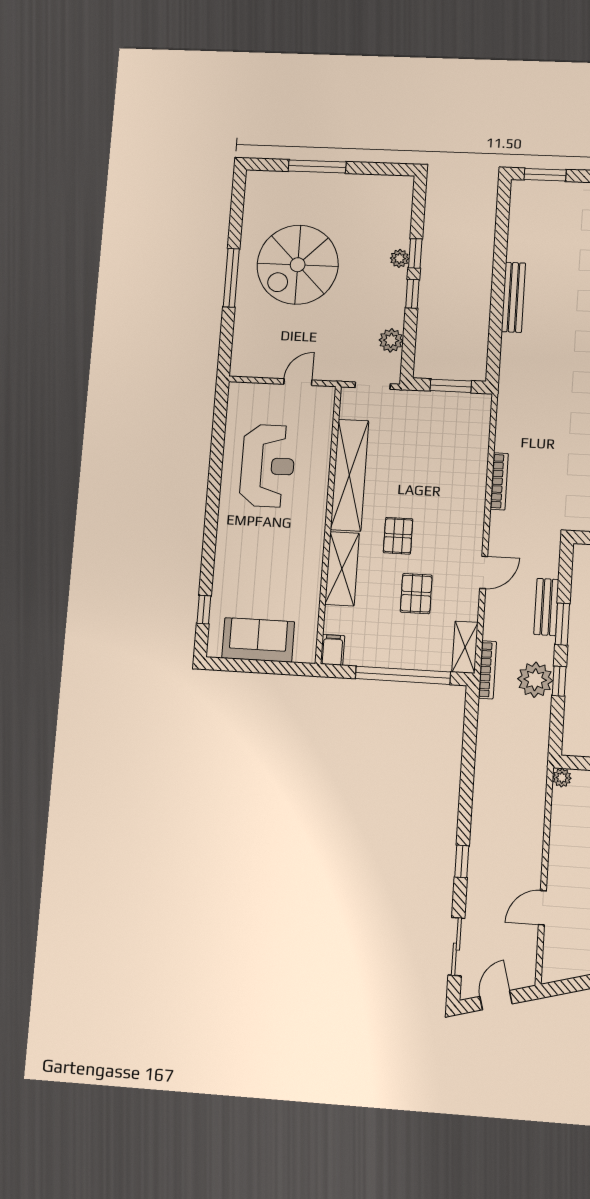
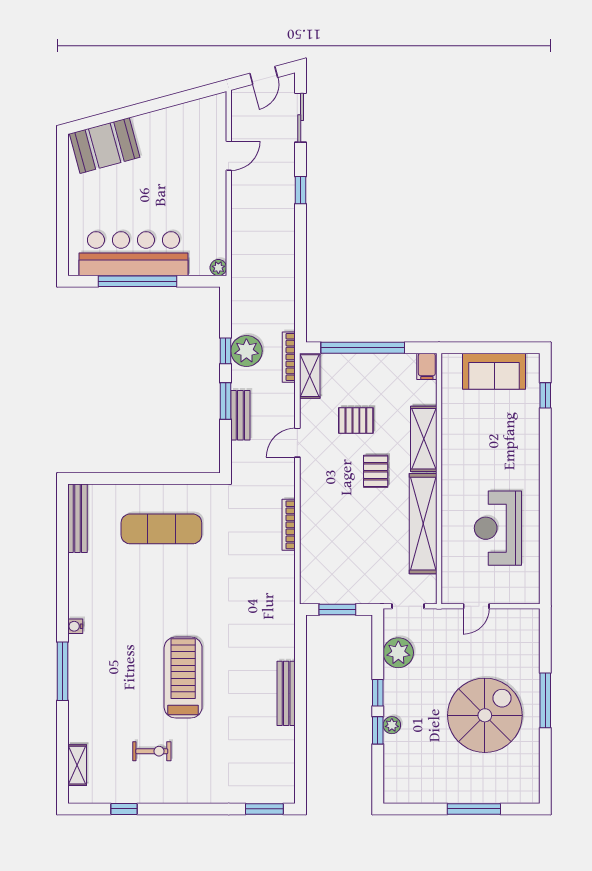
plant: (391, 340) -> (398, 653), width x1.36, depth x1.36
pallet: (416, 594) -> (356, 421), turned 90

